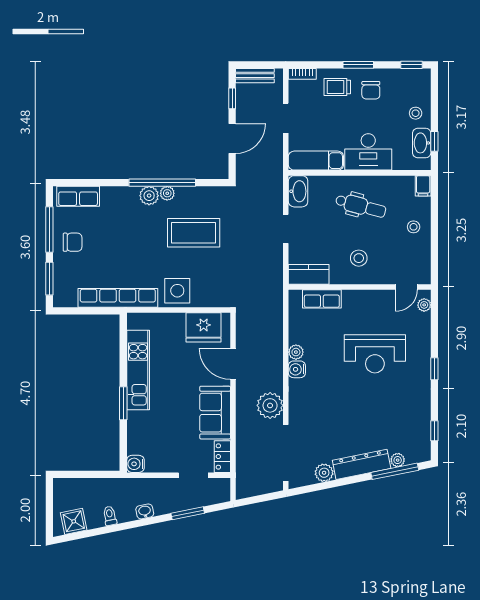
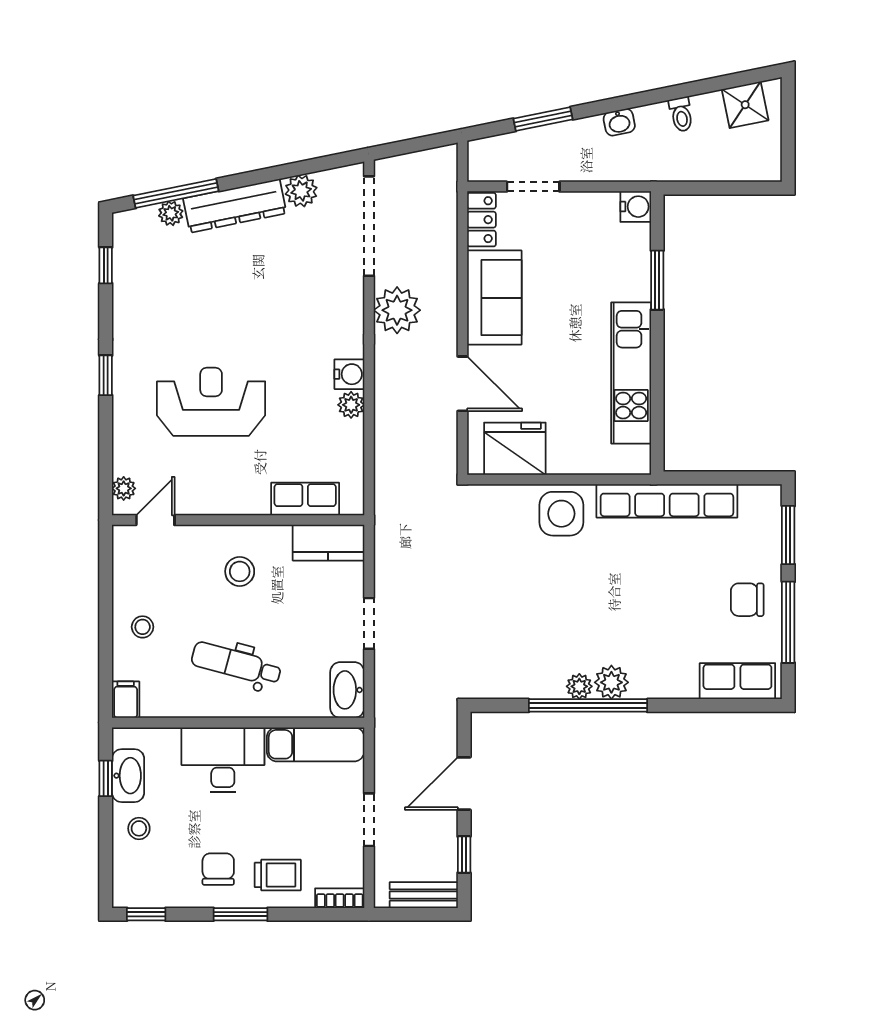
coffee table: (194, 233) -> (533, 616), removed
window: (123, 403) -> (657, 280), moved

